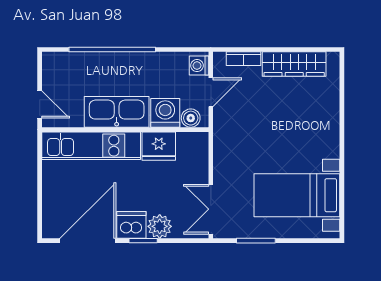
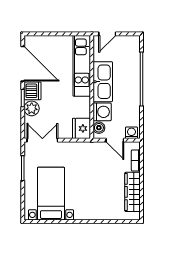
fridge: (159, 146) -> (81, 128), moved

